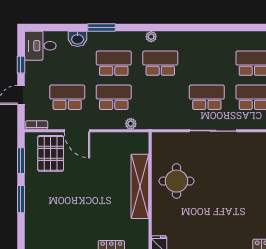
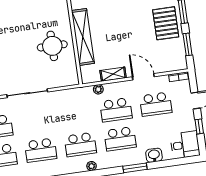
school desk: (207, 97) -> (41, 150), moved
shelving: (111, 139) -> (113, 74), added
pallet: (51, 153) -> (166, 23), moved

